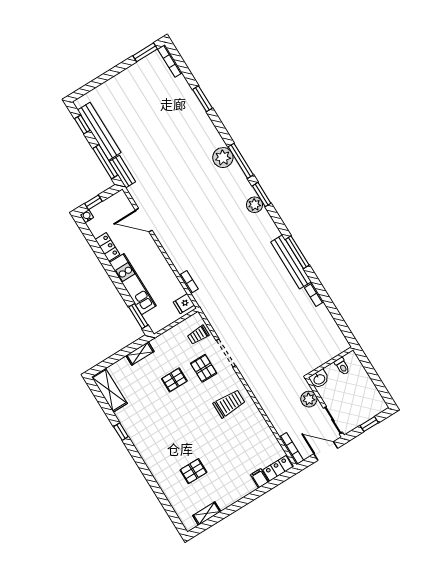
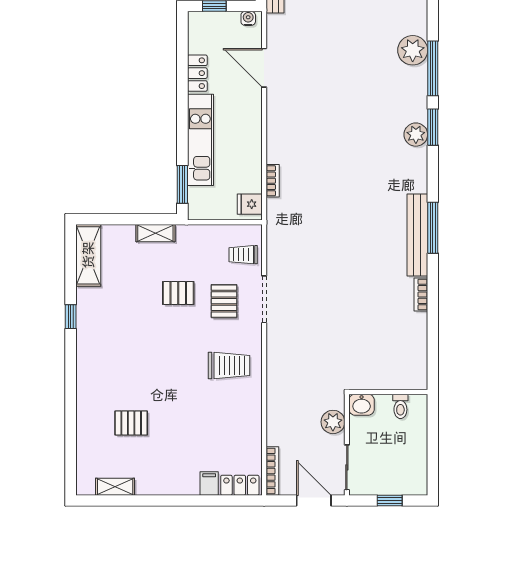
water cooler: (87, 216) -> (248, 18), moved

